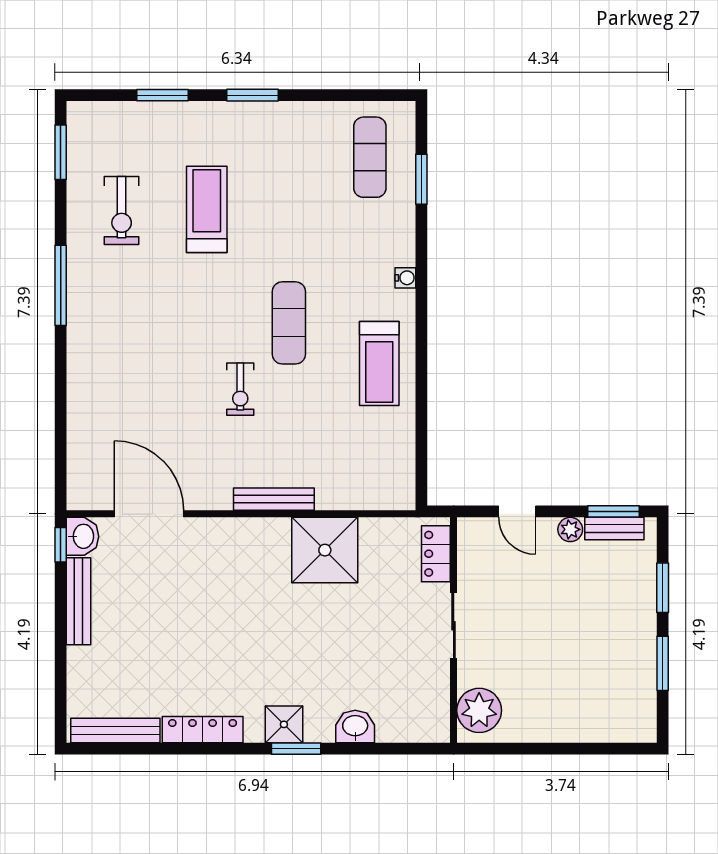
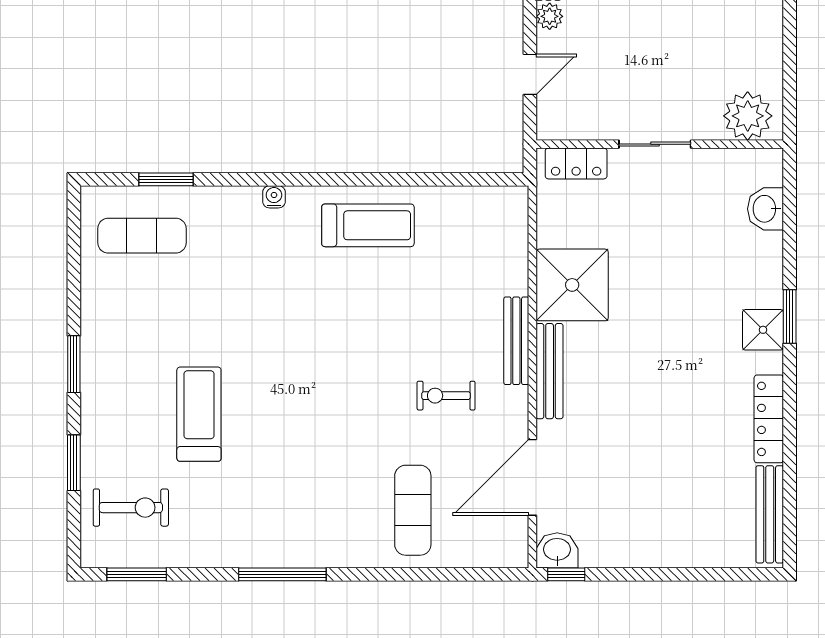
treadmill: (207, 209) -> (199, 414), turned 90
exercise bike: (122, 210) -> (131, 508), moved
exercise mat: (289, 323) -> (413, 510), moved, turned 90
exercise bike: (240, 389) -> (446, 396), moved, turned 180
bench: (79, 601) -> (550, 371), moved, turned 90
washbasin: (355, 727) -> (765, 209), moved

